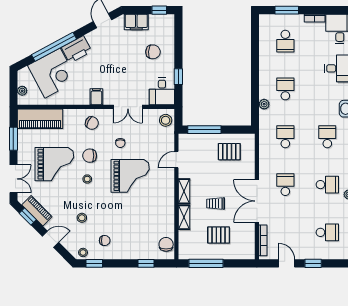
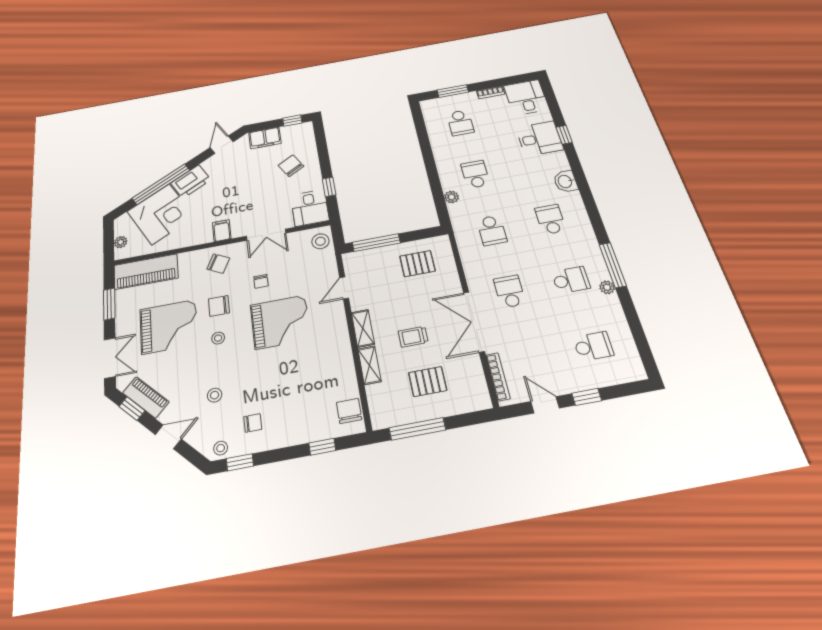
chair: (153, 52) -> (291, 166), turned -124
school desk: (285, 137) -> (492, 230), turned 180

